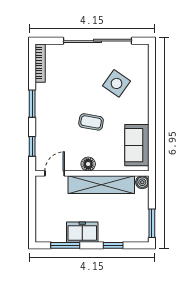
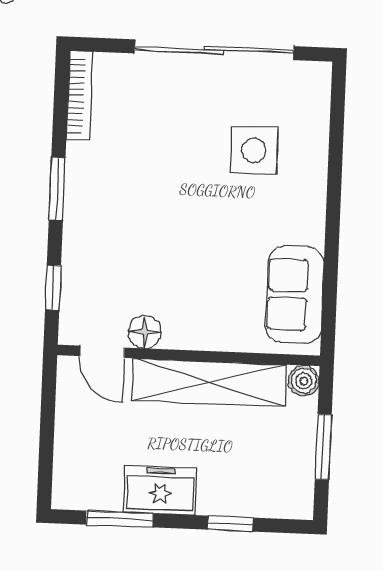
side table: (117, 83) -> (254, 150), turned -35
coffee table: (91, 122) -> (191, 237), removed
floor lamp: (88, 164) -> (145, 332), moved
door: (55, 173) -> (102, 352), swing flipped
window: (152, 223) -> (323, 447), moved

